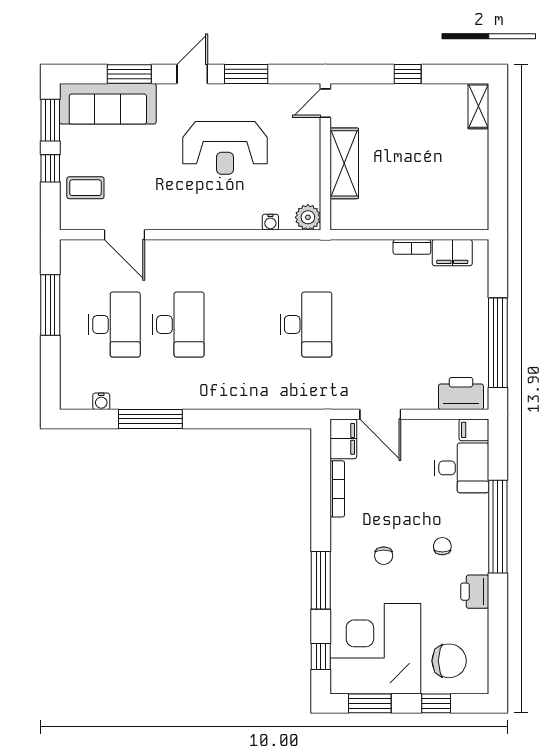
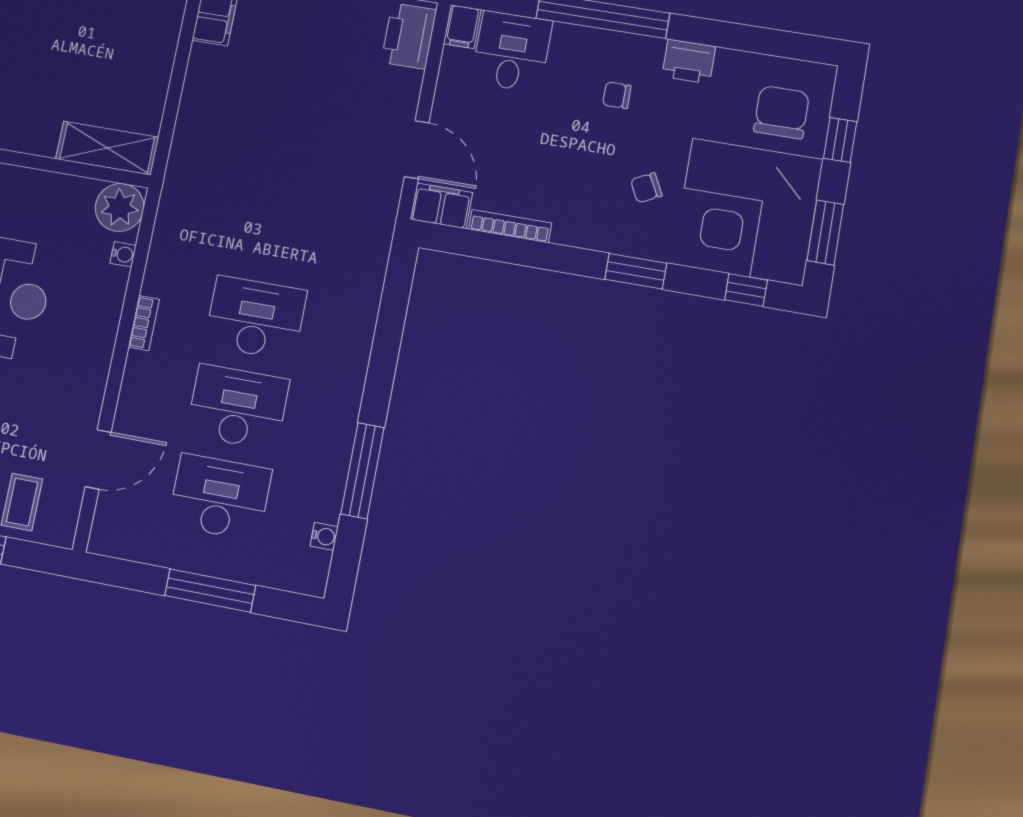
shelving: (344, 163) -> (107, 148), moved
plant: (308, 217) -> (120, 207), width x1.36, depth x1.36
bookcase: (412, 247) -> (144, 323), moved
window: (50, 305) -> (210, 591), moved
desk: (306, 325) -> (255, 318), moved
door: (380, 414) -> (417, 150), hinge flipped
chair: (384, 556) -> (646, 188), moved, turned 153
window: (321, 580) -> (636, 271), width x0.69

